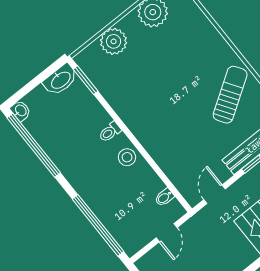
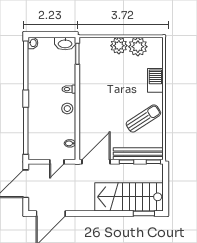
barbecue: (207, 36) -> (155, 80), added
plant: (114, 41) -> (119, 46), moved
door: (215, 194) -> (96, 162), width x1.87

